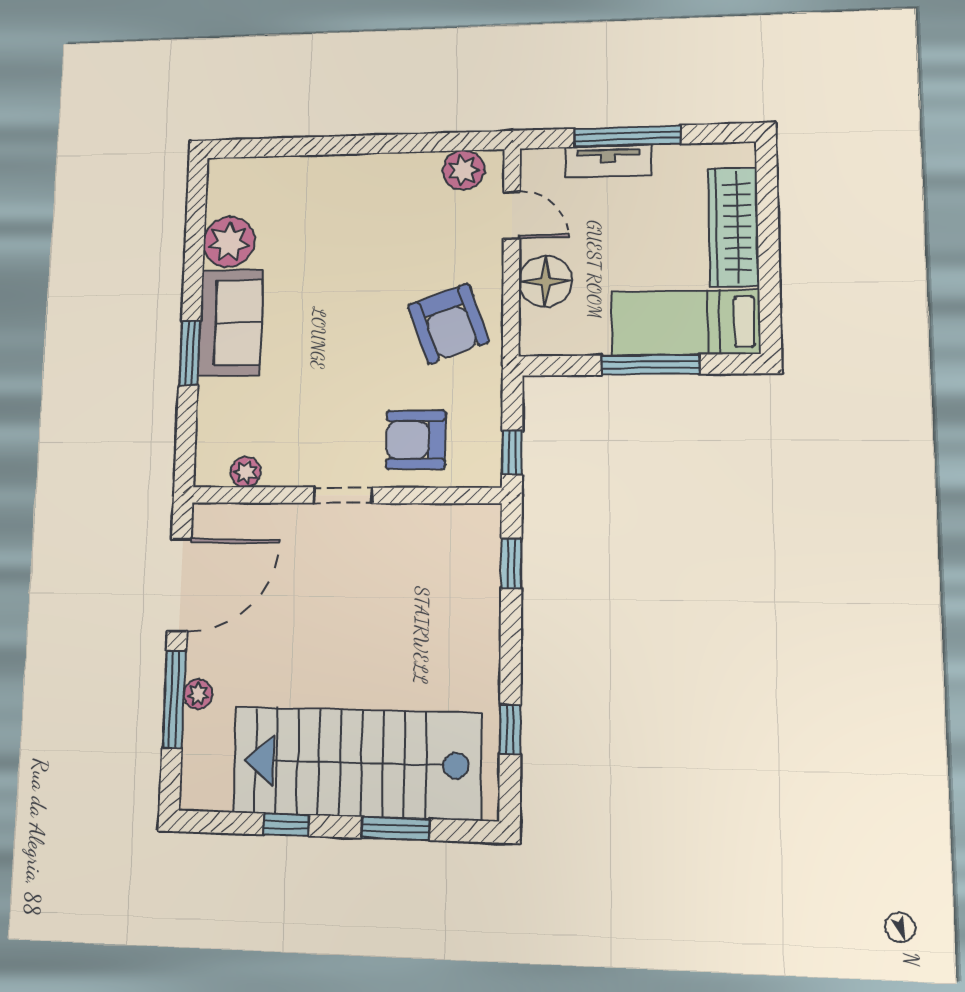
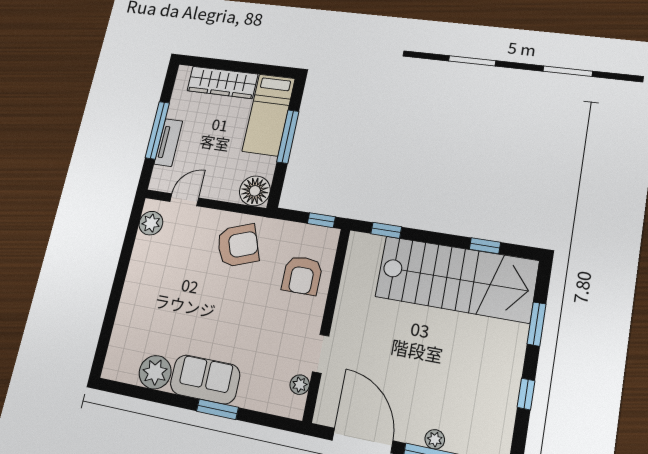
floor lamp: (545, 281) -> (255, 191), moved
doorway: (343, 495) -> (321, 354), moved
stairs: (357, 763) -> (456, 279), moved, turned -90

